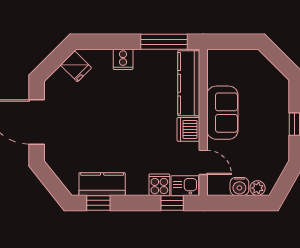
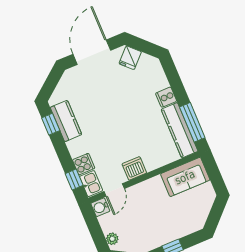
fridge: (76, 66) -> (130, 58), moved
kitchen counter: (189, 83) -> (180, 130), moved, turned -90
sofa: (222, 113) -> (185, 177), moved
water cooler: (239, 186) -> (100, 207), moved

